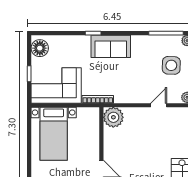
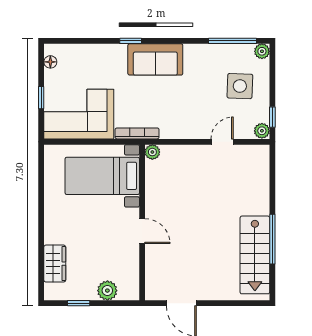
floor lamp: (40, 48) -> (50, 62), width x0.53, depth x0.53
plant: (113, 117) -> (152, 152), width x0.53, depth x0.53
bed with nightstands: (54, 134) -> (102, 176), moved, turned 90

